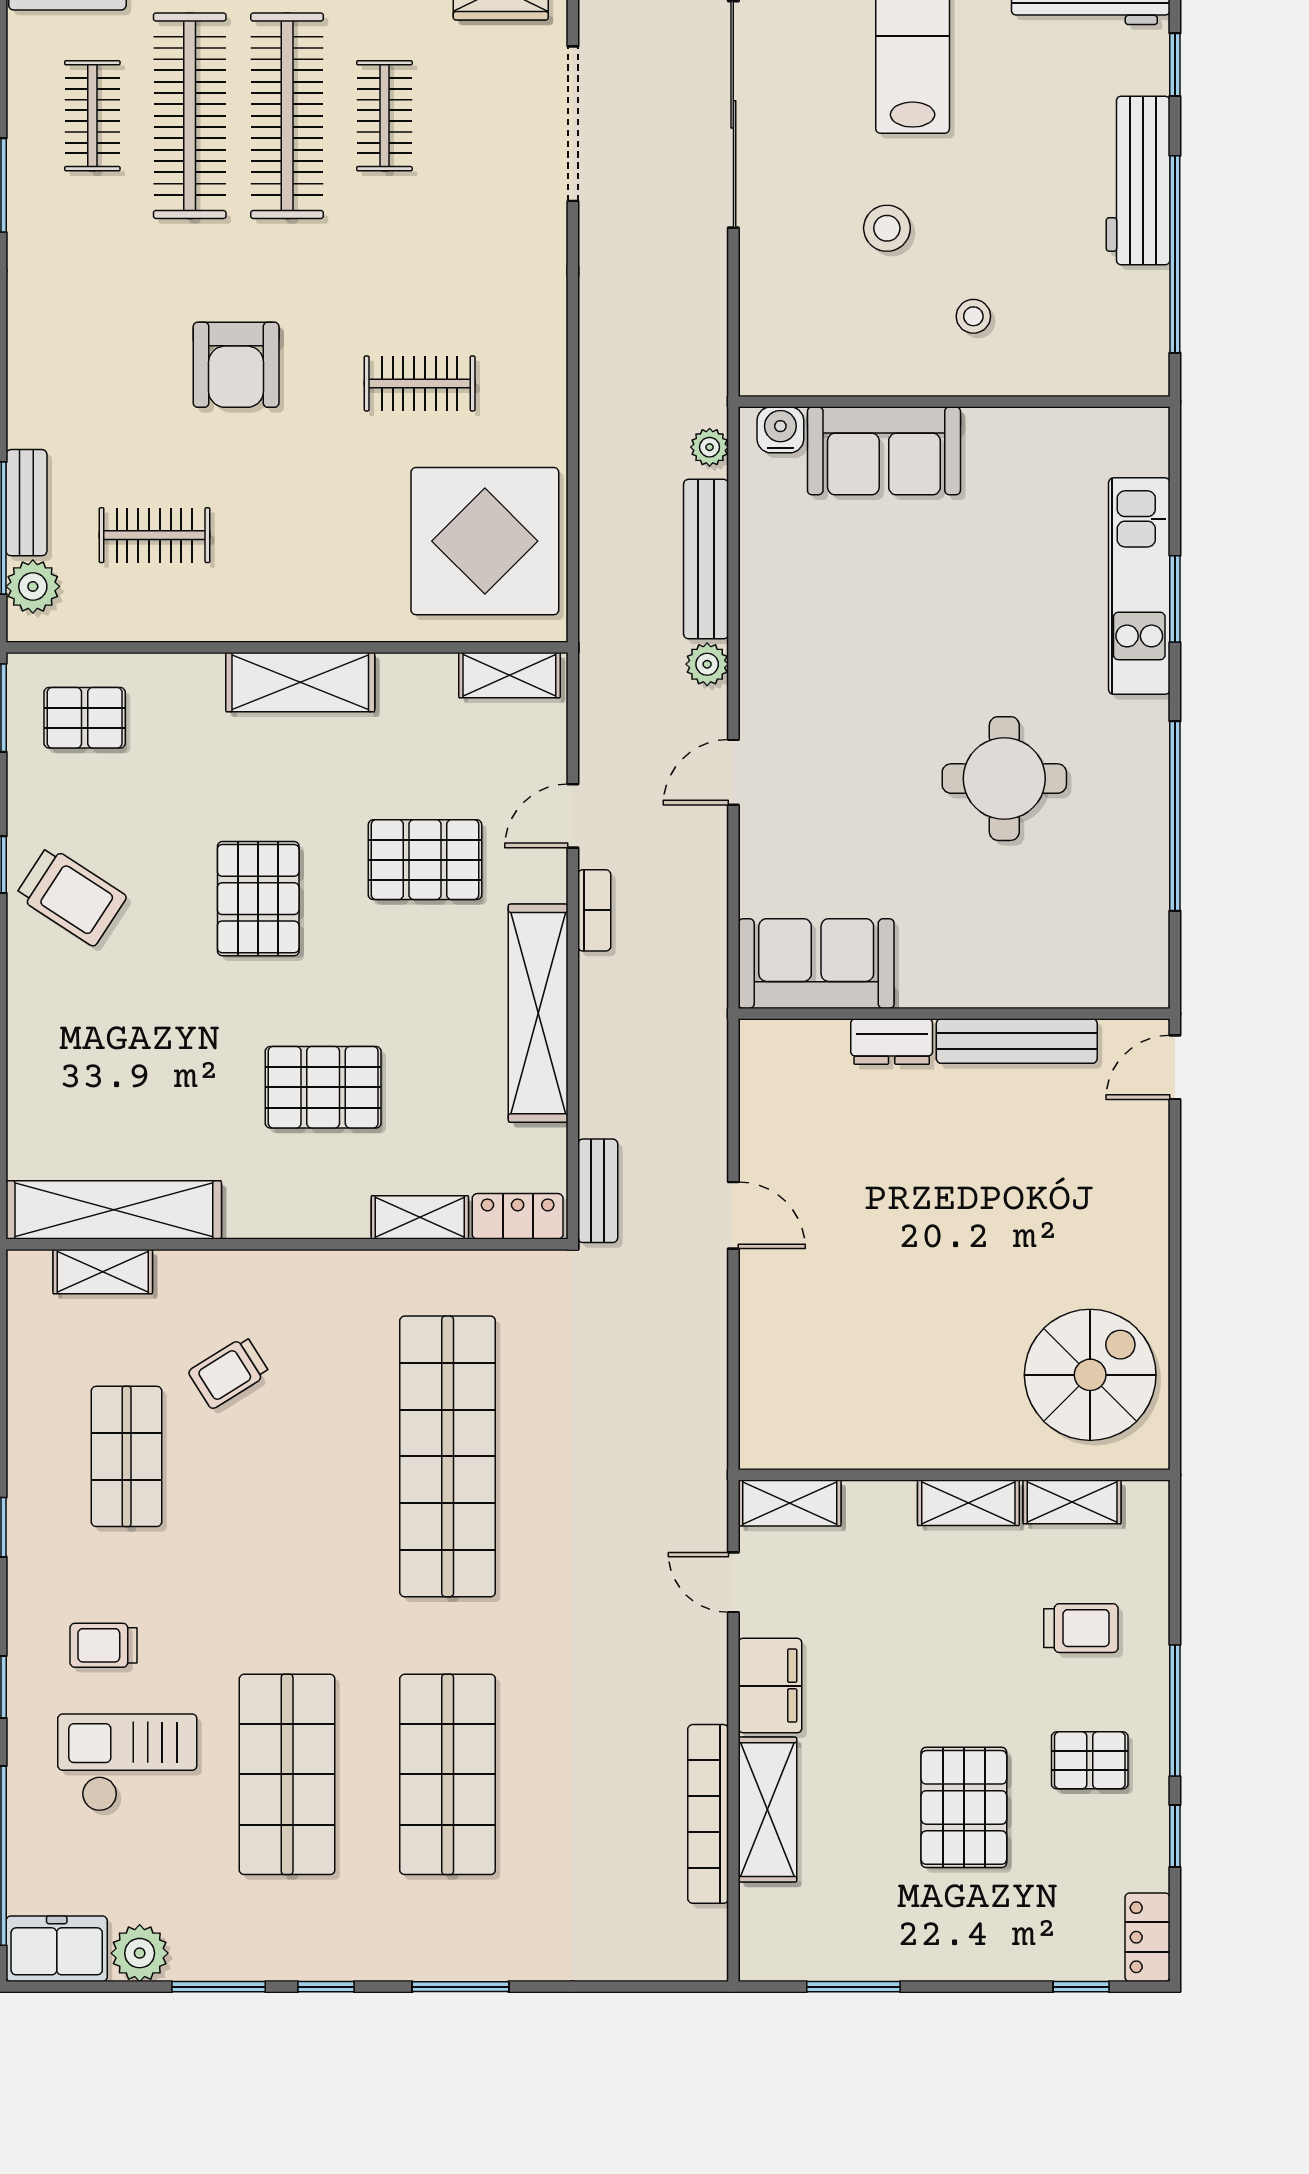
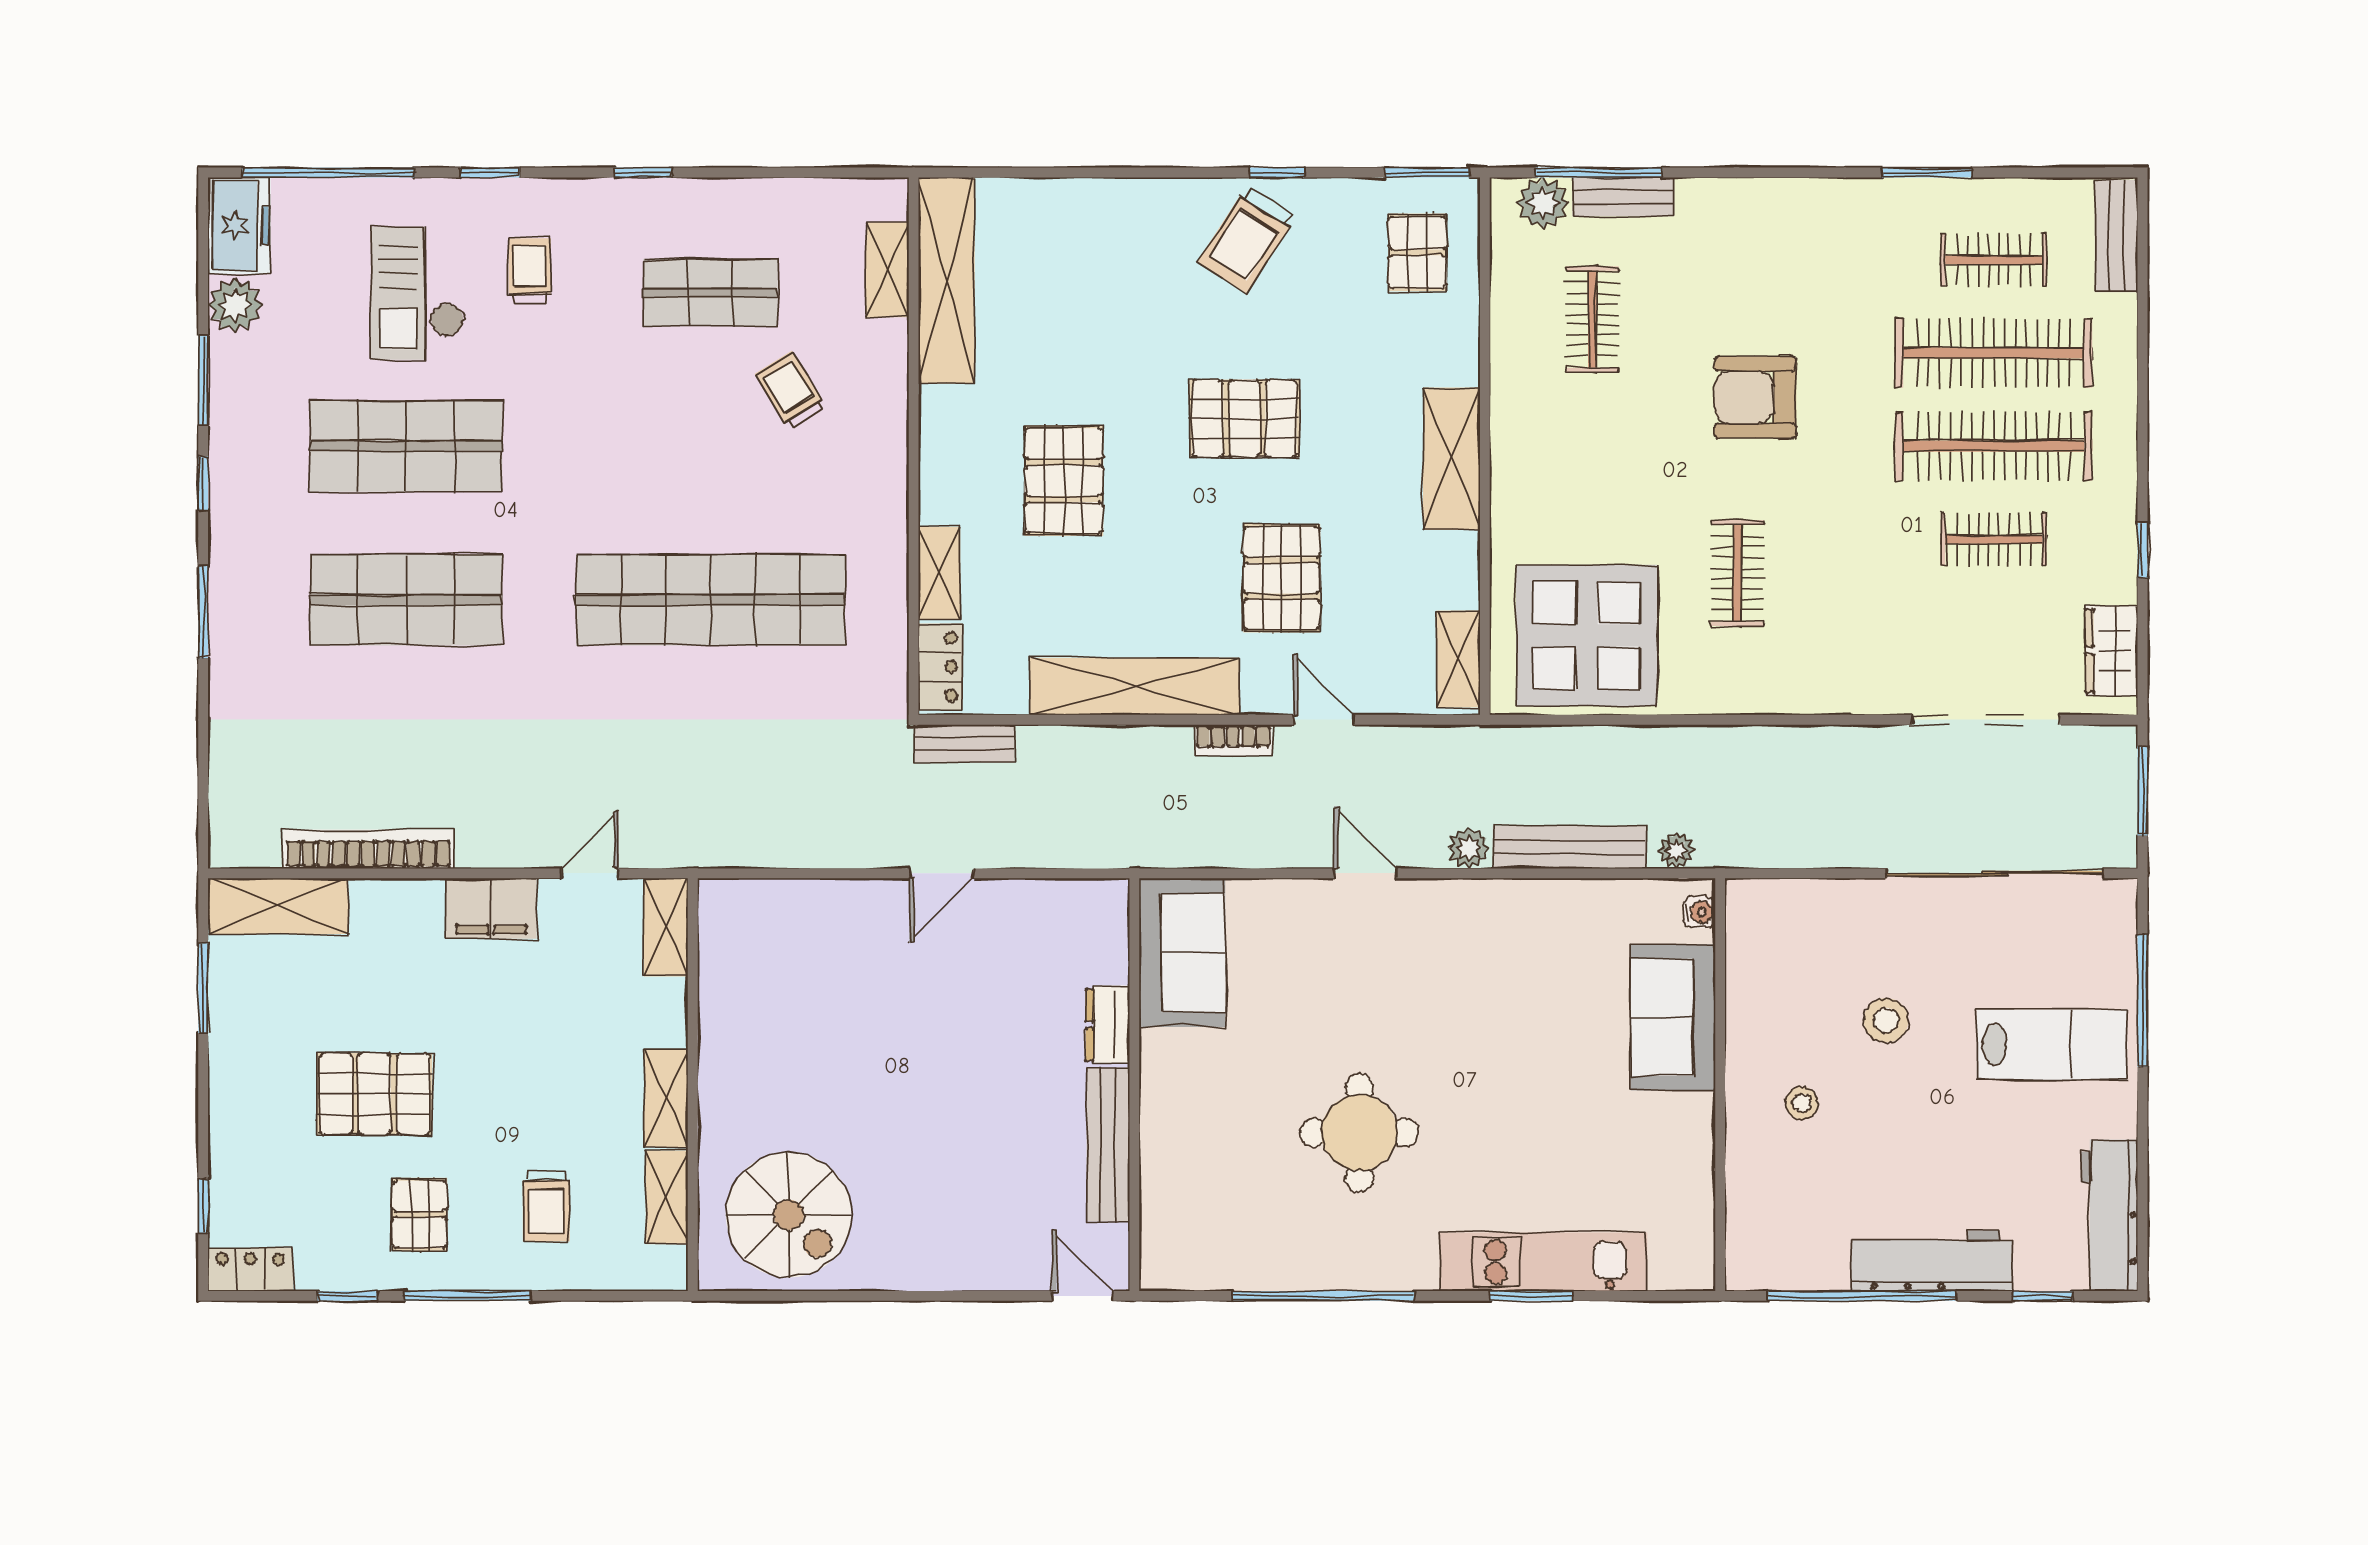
water cooler: (780, 430) -> (1699, 912), width x0.72, depth x0.72
checkout: (127, 1763) -> (417, 293), turned 180
shelving: (768, 1810) -> (279, 906), moved

